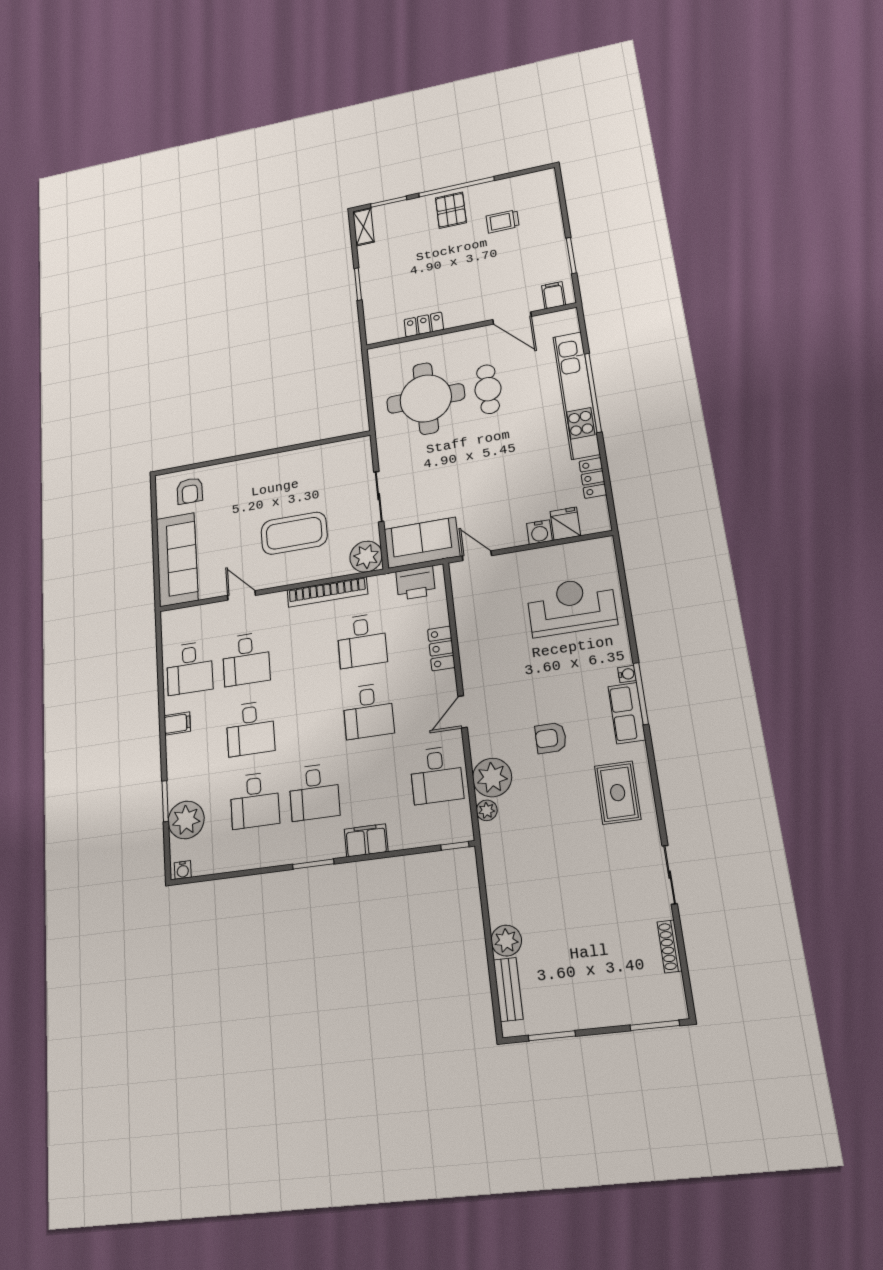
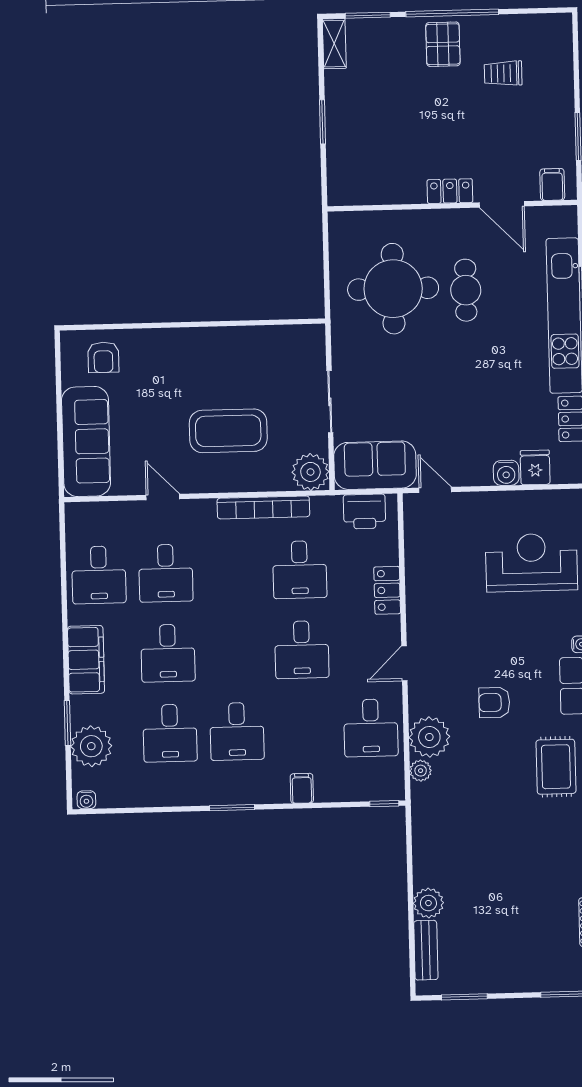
locker: (424, 325) -> (450, 191), moved
filing cabinet: (177, 723) -> (86, 660), width x3.00, depth x1.17
filing cabinet: (366, 840) -> (302, 788), width x0.50

